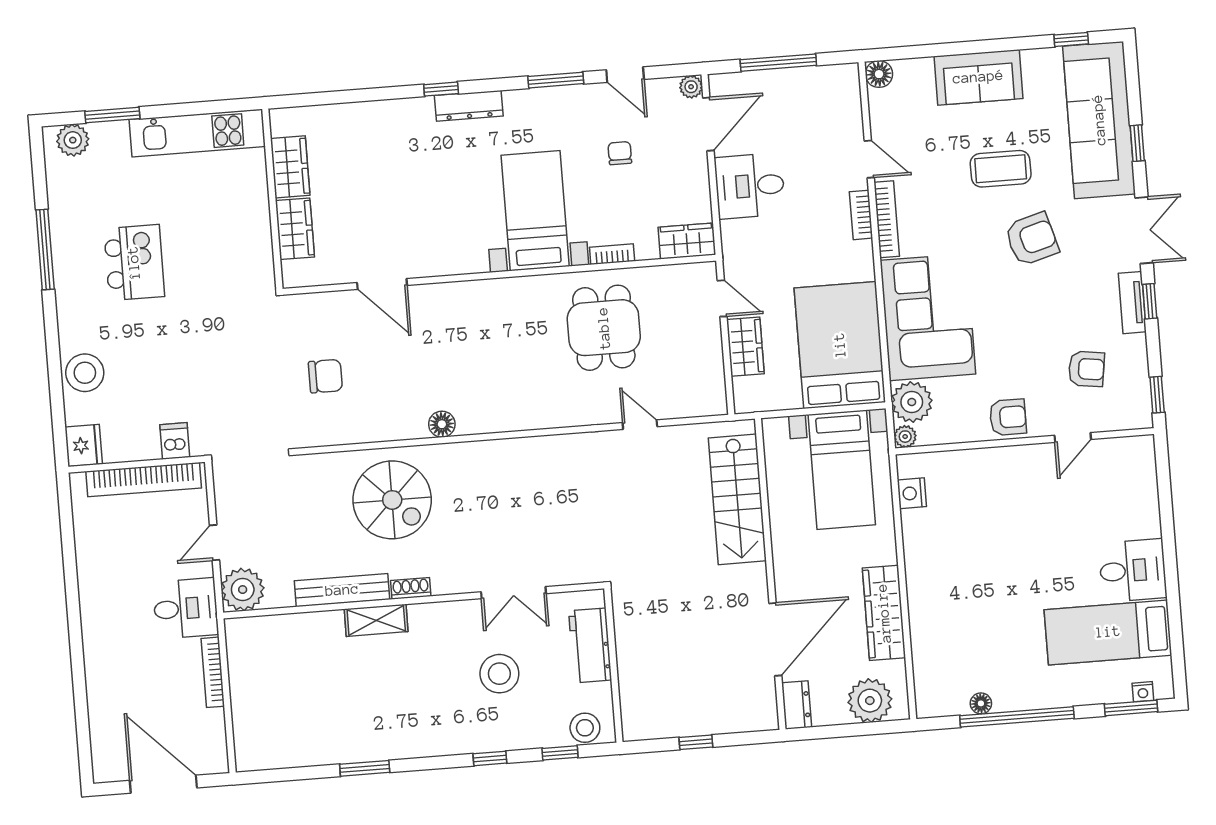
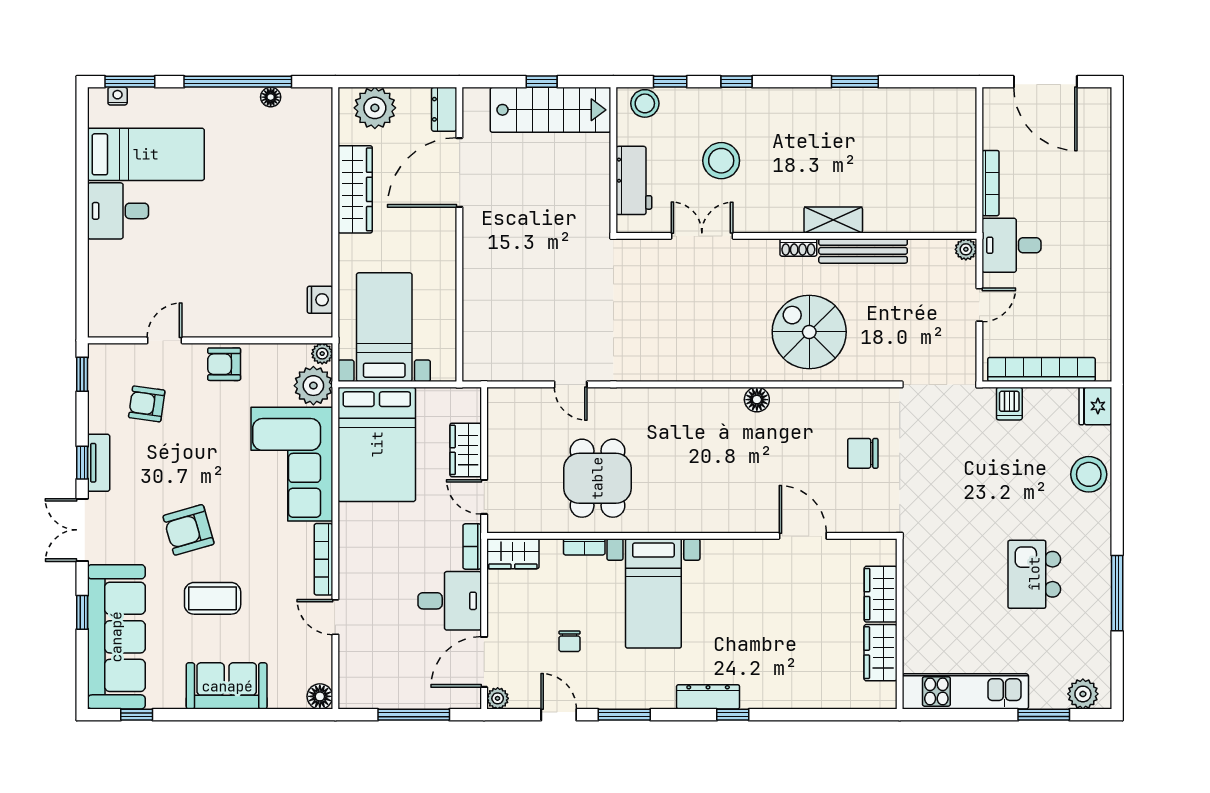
bookcase: (861, 215) -> (472, 547), moved, turned 180
stairs: (737, 499) -> (551, 110), moved, turned 90
plant: (243, 590) -> (966, 249), width x0.53, depth x0.53

